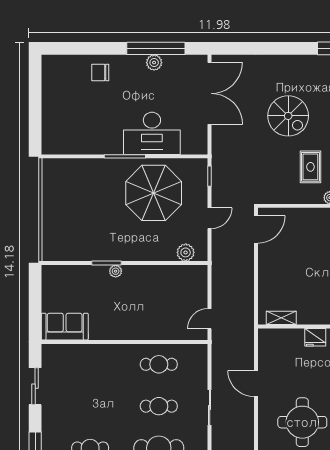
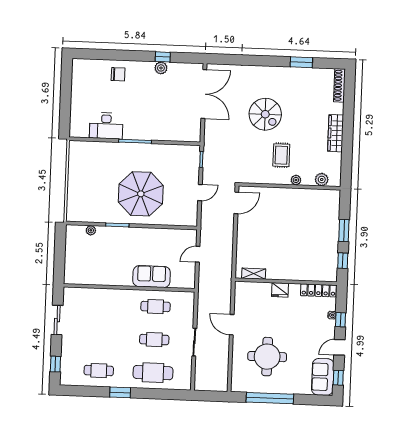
window: (156, 48) -> (163, 57), width x0.32
chair: (100, 72) -> (118, 74), turned 180
desk: (152, 133) -> (106, 126), moved, width x0.73, depth x0.77
parasol: (154, 193) -> (141, 194), moved
plant: (186, 252) -> (180, 219), removed
plant: (116, 271) -> (91, 230), moved
door: (210, 319) -> (198, 254), moved
sofa: (65, 327) -> (152, 276), moved

